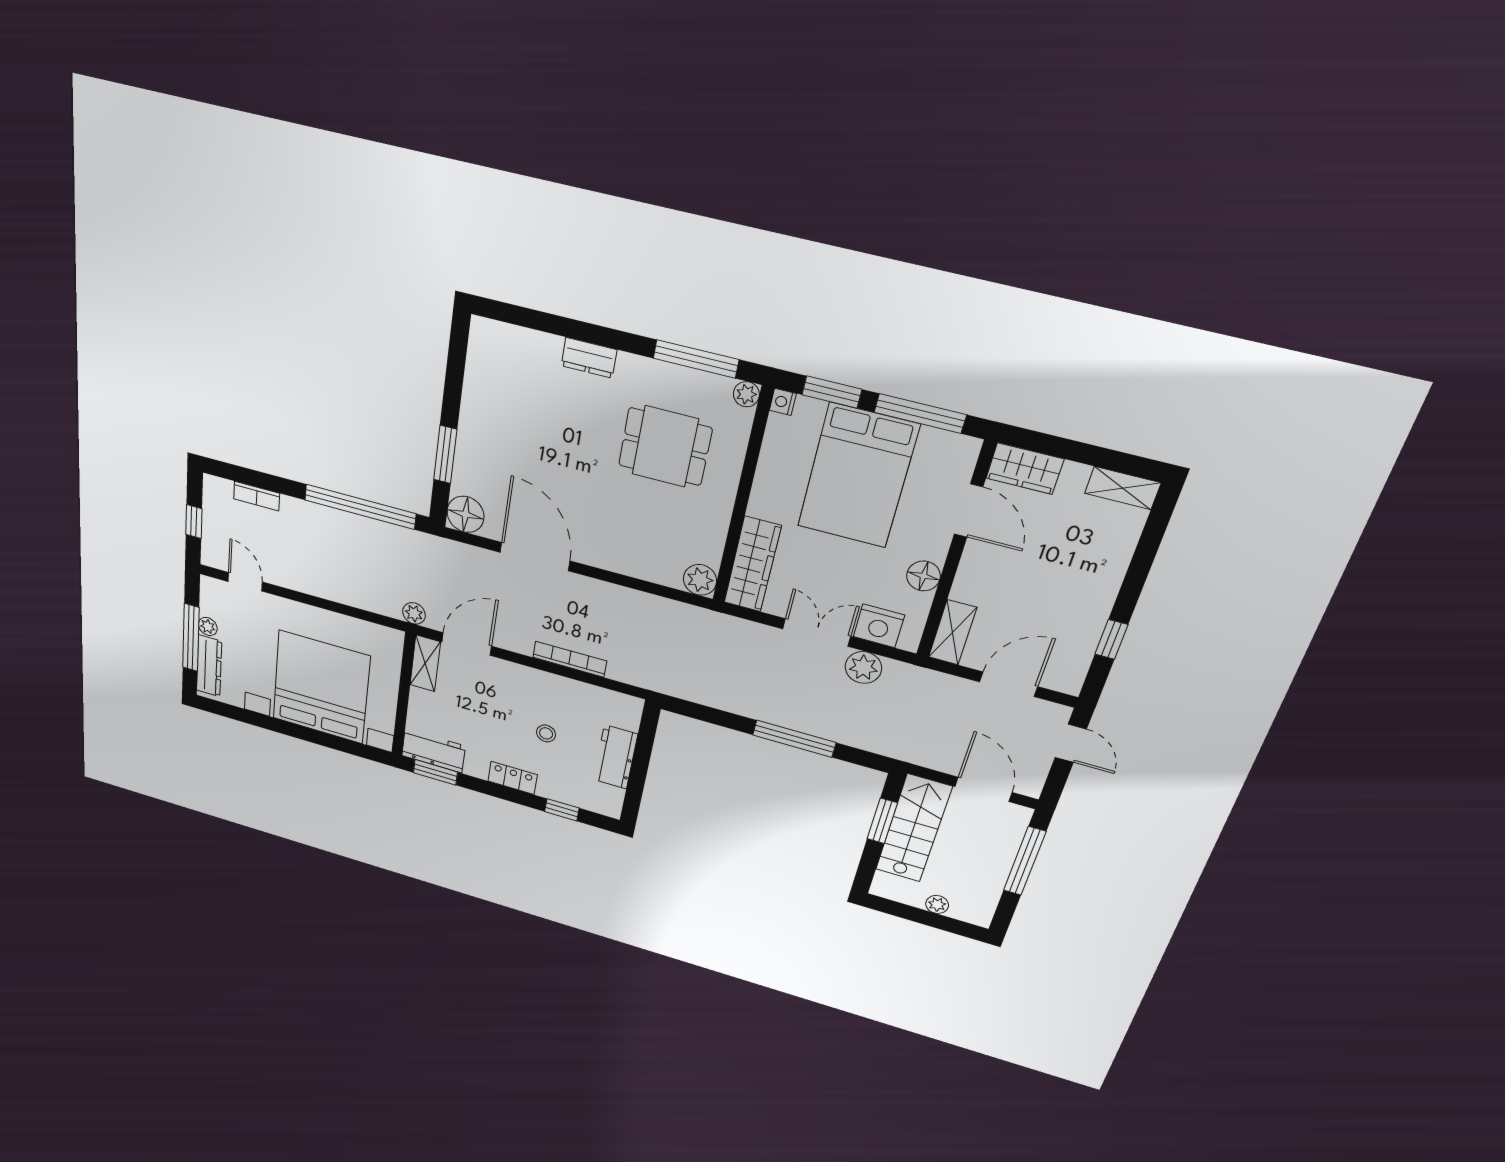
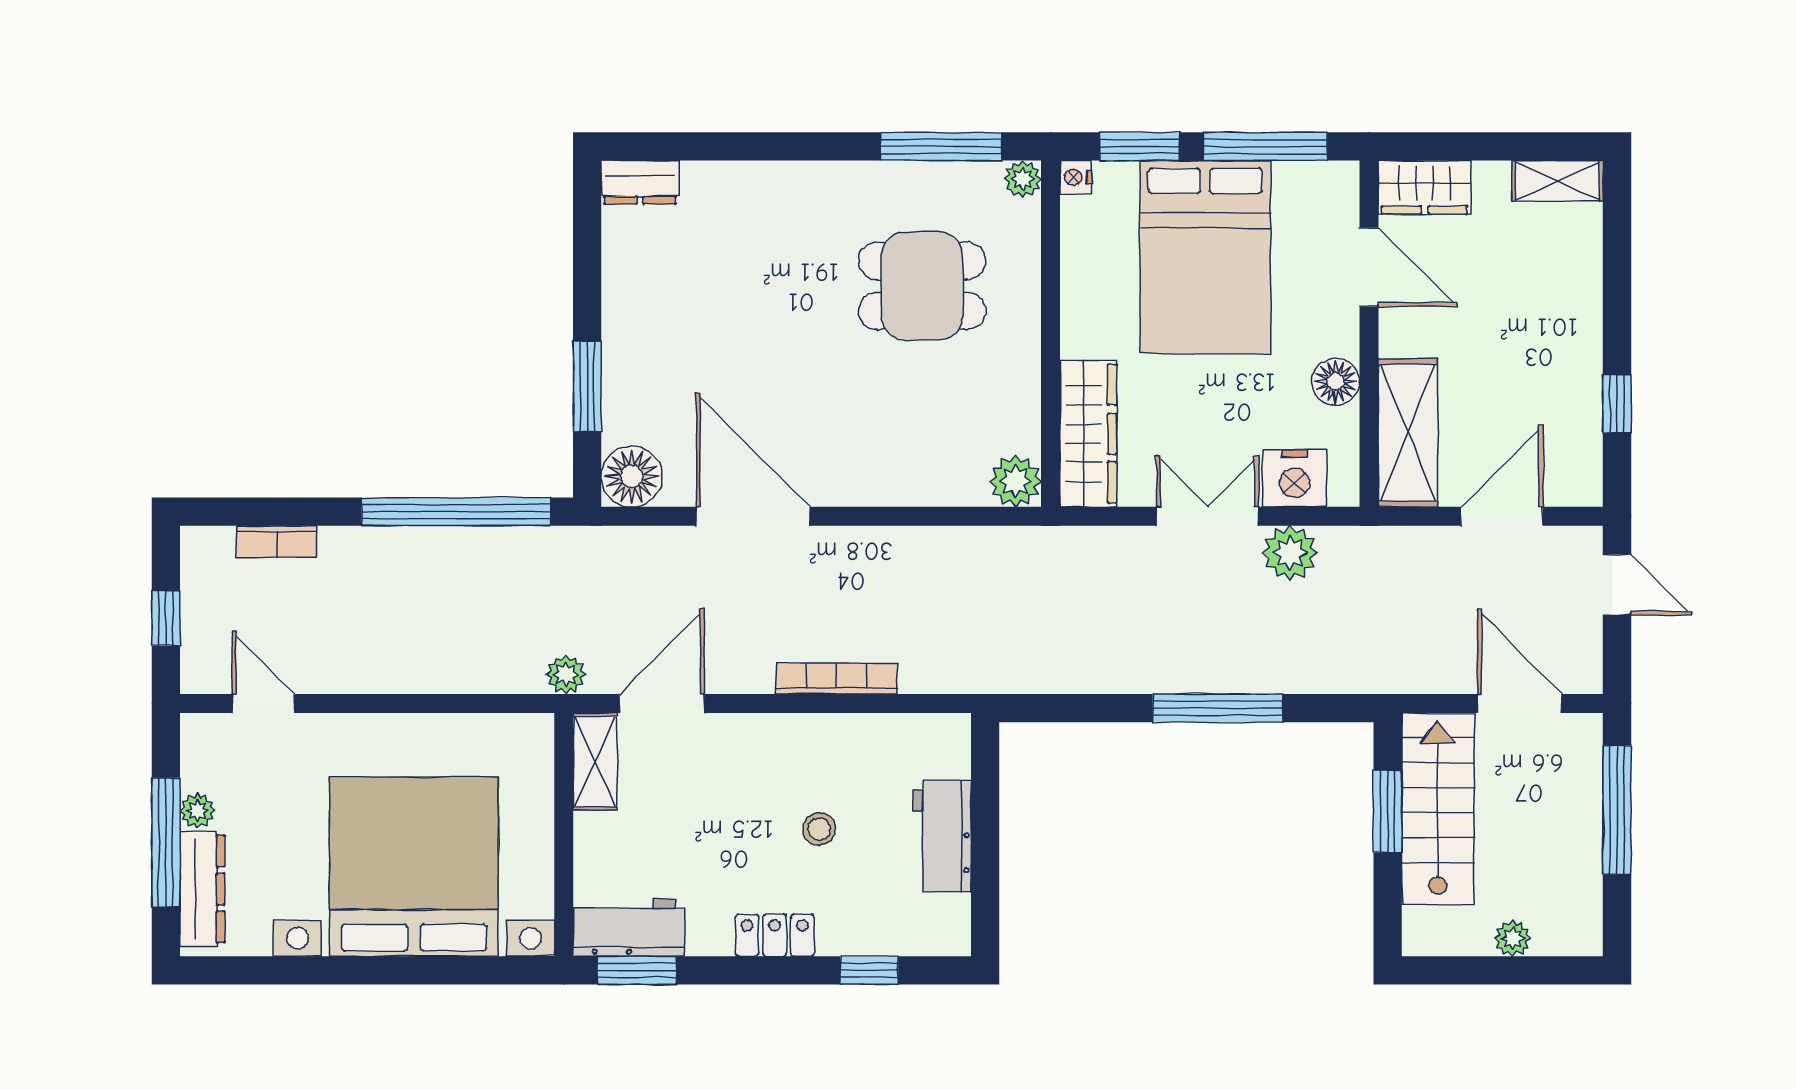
dresser: (589, 358) -> (640, 182), moved
shelving: (953, 632) -> (1408, 433), width x1.50, depth x1.33

